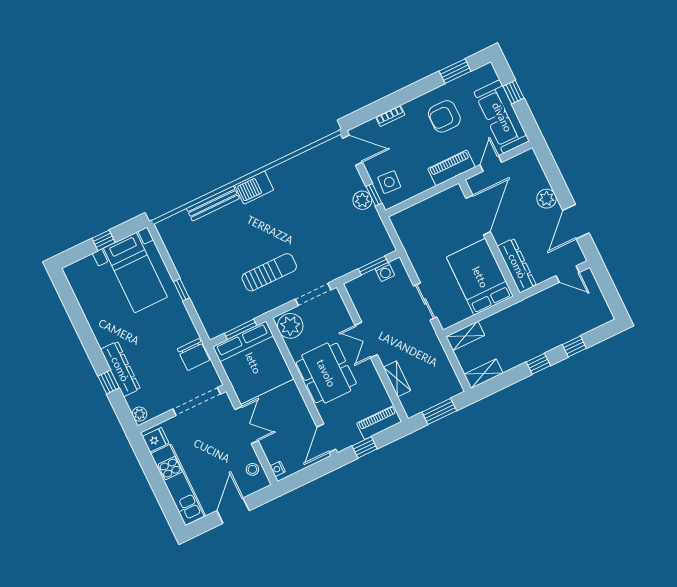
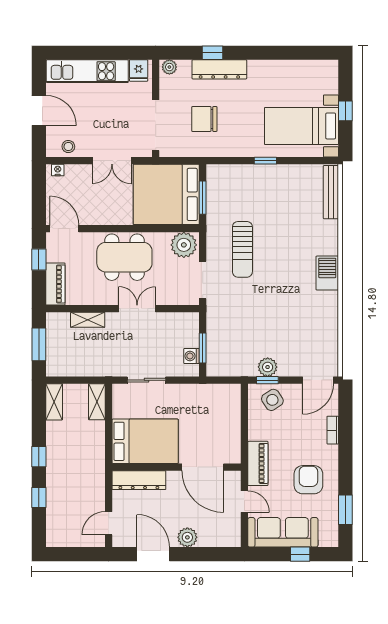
side table: (389, 182) -> (272, 400), turned -37
bench: (213, 203) -> (331, 192), moved
chair: (193, 355) -> (204, 119), moved

